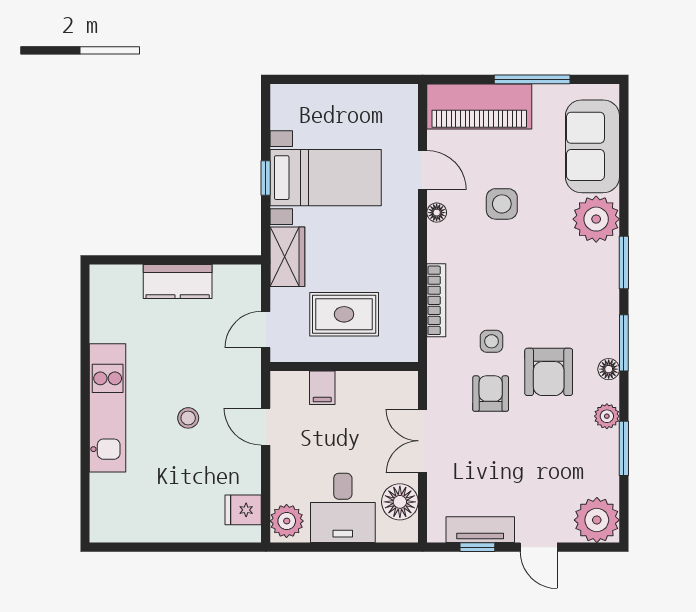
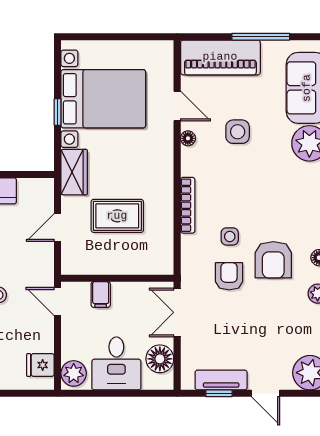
bed with nightstands: (326, 178) -> (103, 99), width x1.36
wall: (344, 366) -> (117, 278), moved
filing cabinet: (322, 388) -> (101, 294), moved

